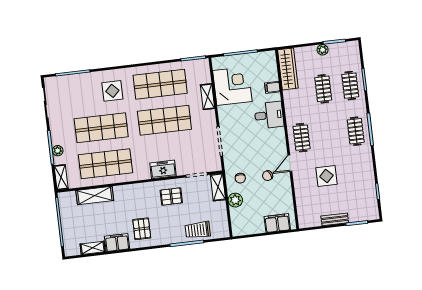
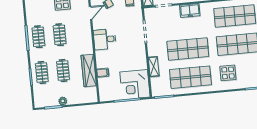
wardrobe: (288, 69) -> (89, 70), moved
corner desk: (232, 86) -> (135, 85), moved
desk: (269, 115) -> (105, 39), moved
clothes rail: (302, 138) -> (60, 35), moved

